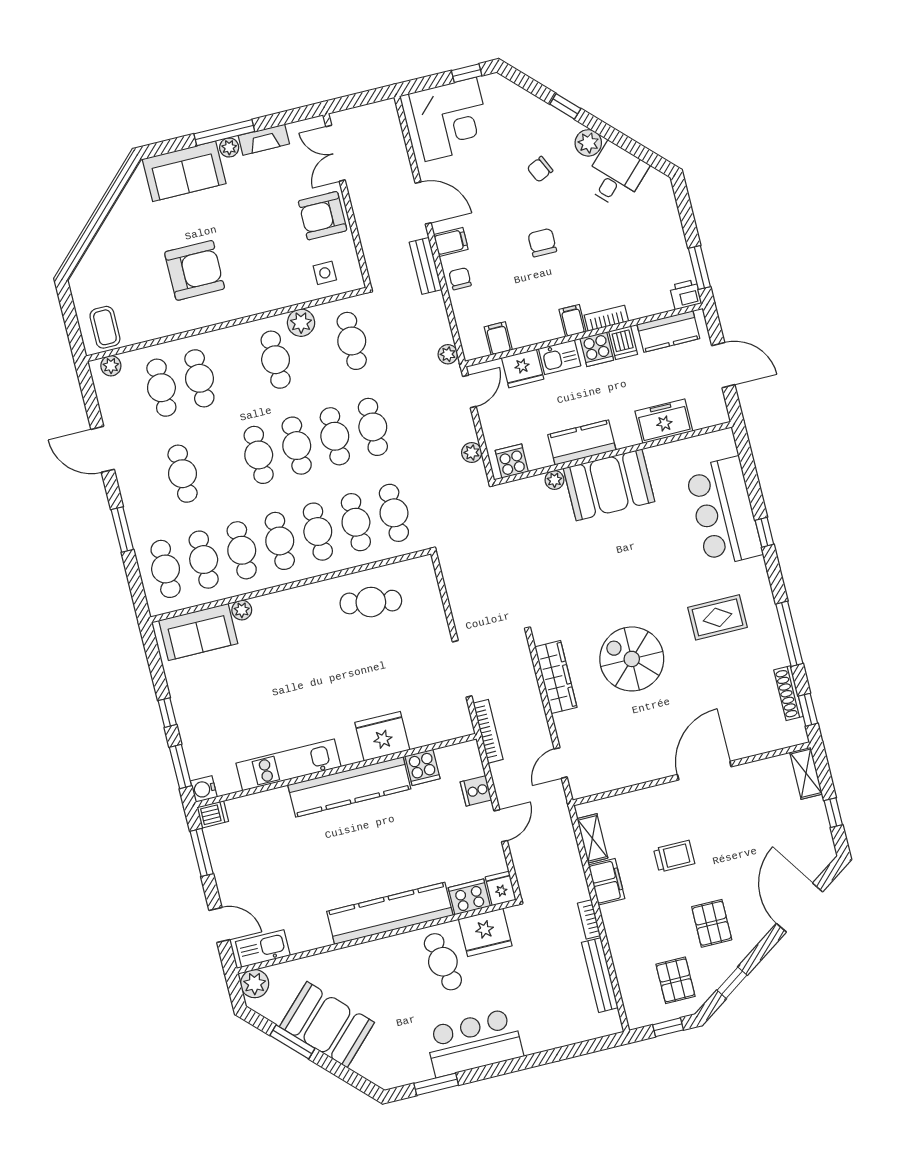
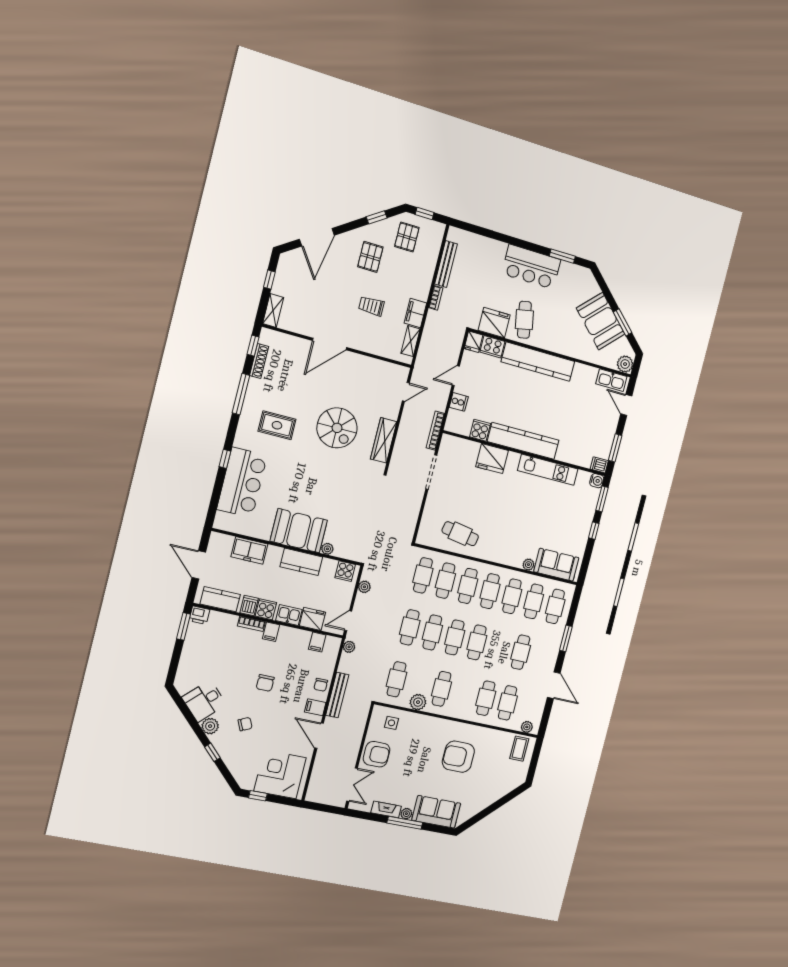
bench: (426, 266) -> (337, 695), width x1.36

